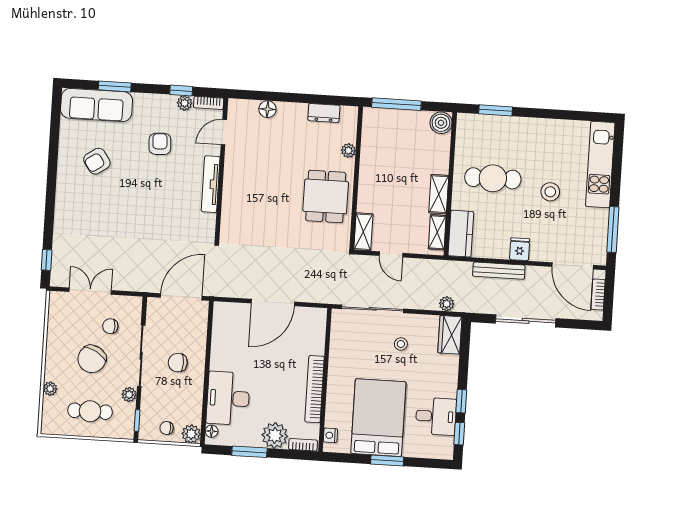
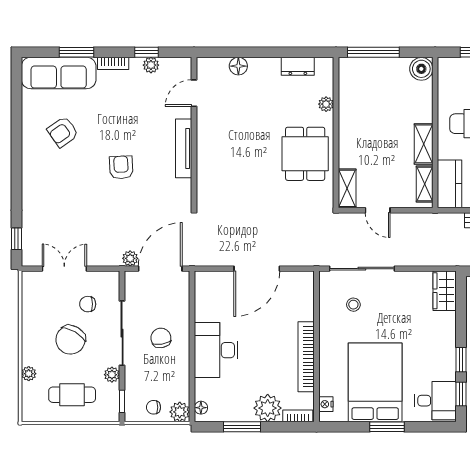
bookcase: (209, 103) -> (113, 63), moved
armchair: (160, 144) -> (121, 167), moved
plant: (447, 304) -> (130, 258), moved
stool: (401, 344) -> (353, 305), moved
chair: (178, 363) -> (161, 338), turned 80
desk: (228, 398) -> (216, 350), moved
desk: (436, 416) -> (435, 401), moved

